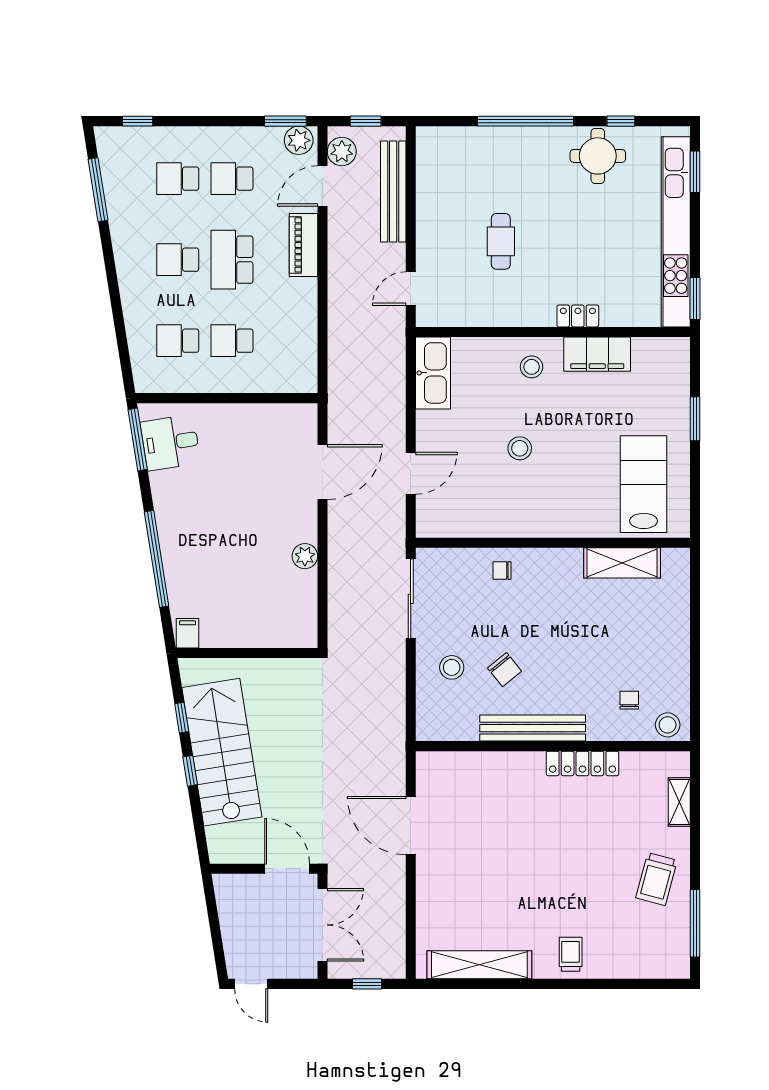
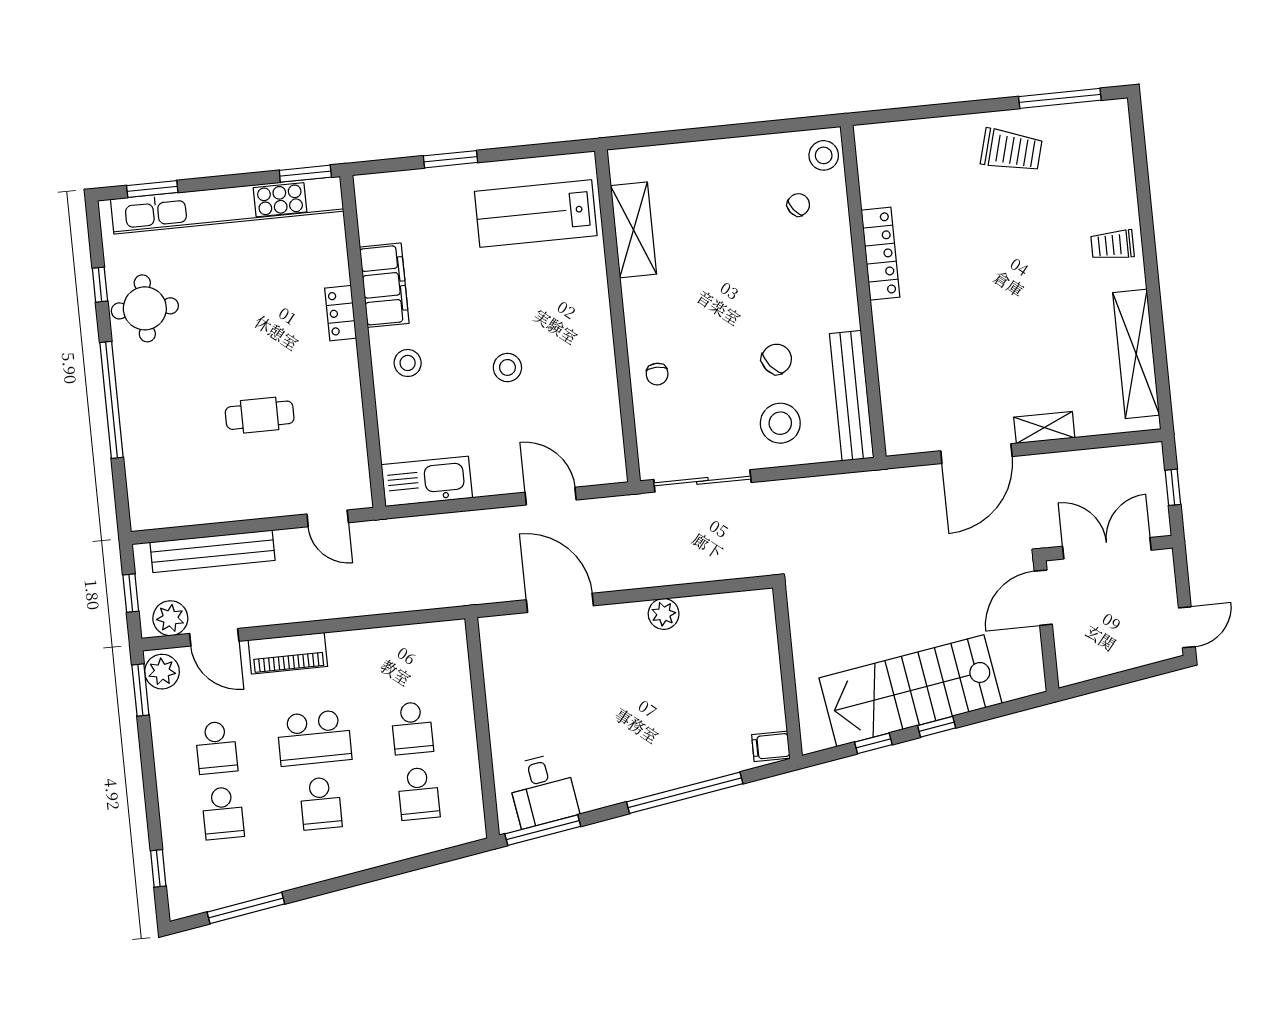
stool: (452, 667) -> (780, 423), width x1.38, depth x1.38
chair: (629, 700) -> (798, 205), turned 142
bench: (533, 728) -> (852, 396), moved
shelving: (679, 802) -> (1044, 428), moved

